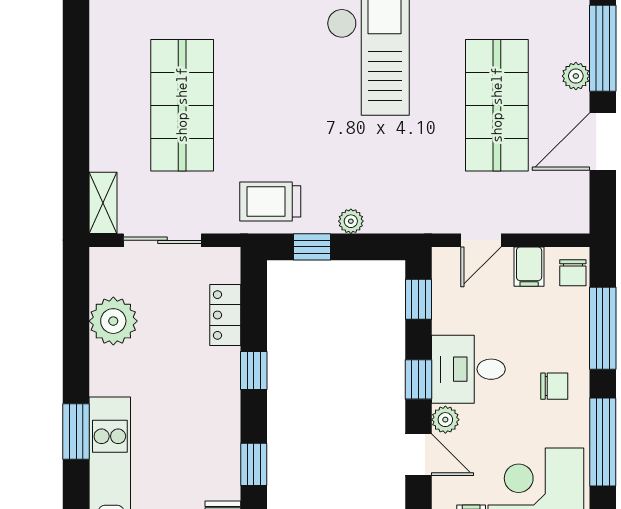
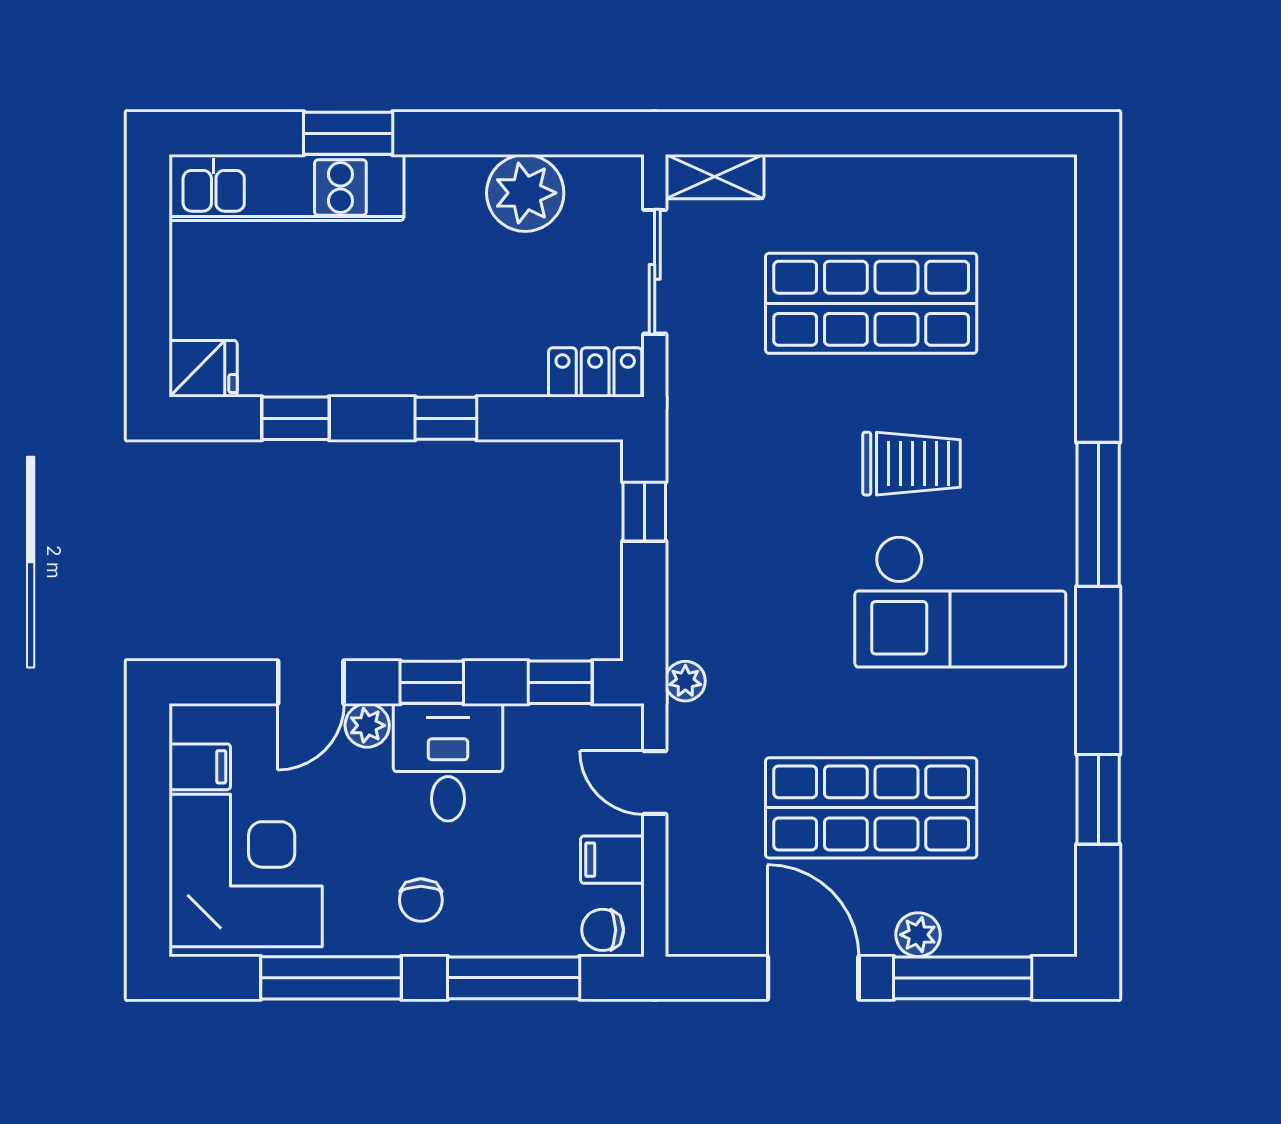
trolley: (270, 201) -> (912, 464), moved, turned 90
plant: (351, 221) -> (685, 681), moved
locker: (225, 315) -> (595, 372), moved

